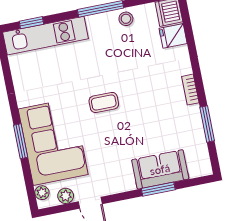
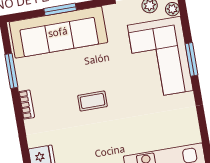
coffee table: (104, 102) -> (92, 101), moved
sofa: (160, 169) -> (58, 32), width x1.85, depth x1.27

